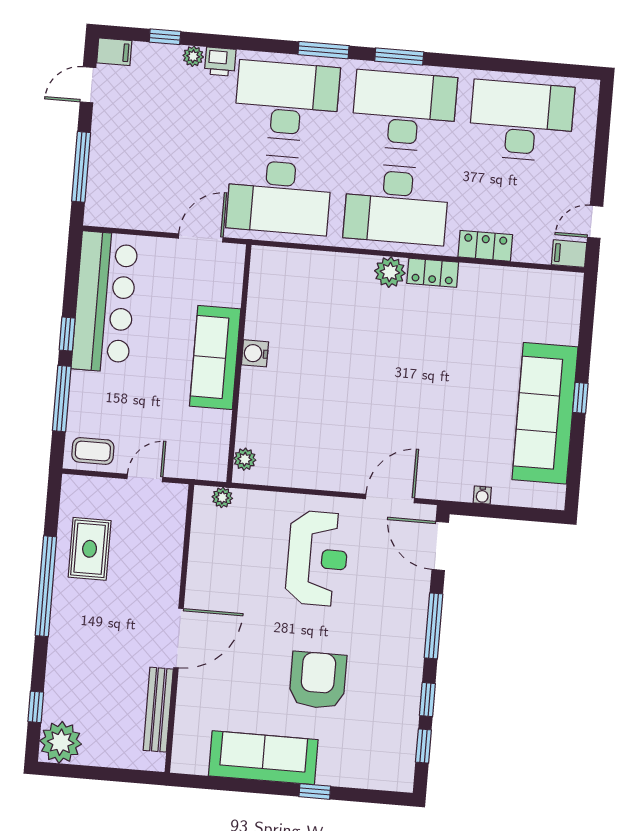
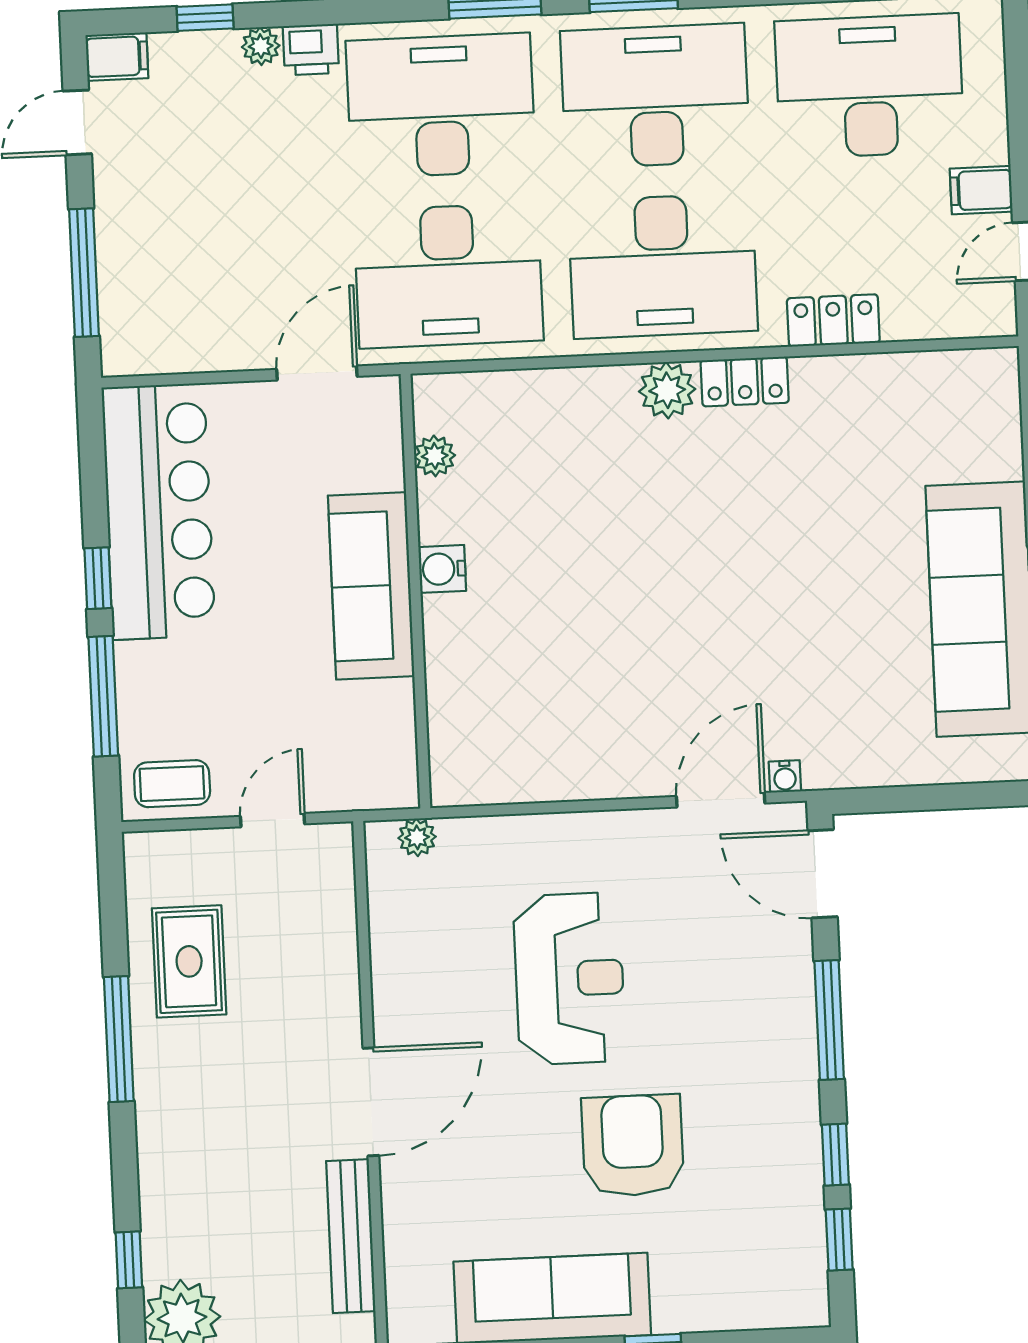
filing cabinet: (569, 254) -> (981, 190), moved
plant: (245, 459) -> (435, 456), moved
water cooler: (482, 495) -> (785, 776), moved
reception desk: (317, 558) -> (569, 979), moved
window: (46, 586) -> (119, 1039), width x0.68

